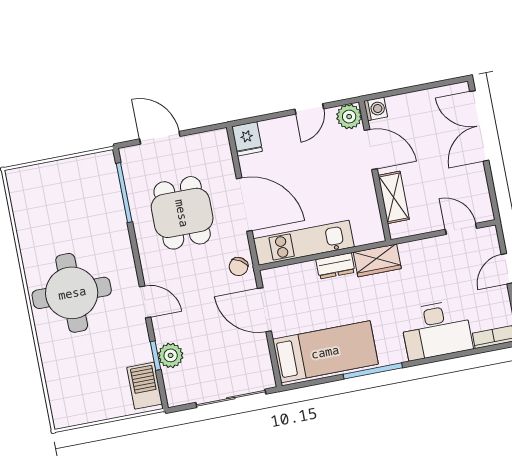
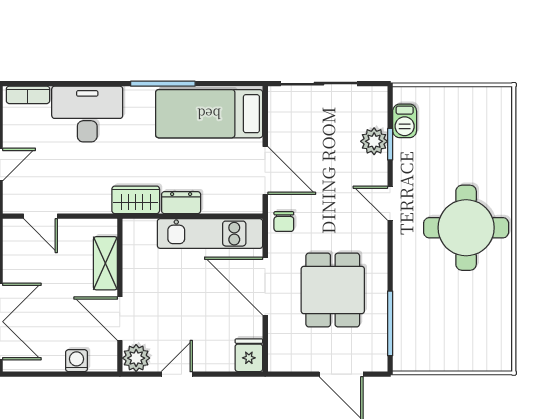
washing machine: (376, 109) -> (77, 361), moved, turned 90
chair: (239, 267) -> (284, 222), turned 147
barbecue: (145, 386) -> (405, 121), width x0.73, depth x0.79

